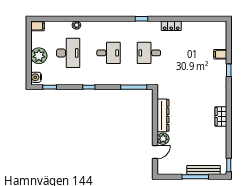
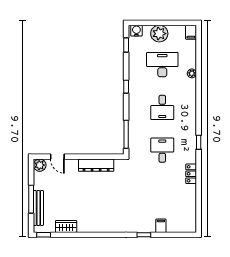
desk: (68, 53) -> (162, 65), turned 180
wardrobe: (221, 116) -> (66, 226), moved
plant: (163, 139) -> (40, 165), moved

